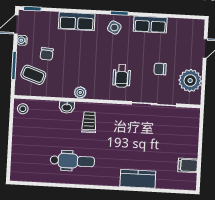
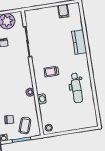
wheelchair: (122, 76) -> (13, 67), removed
trolley: (89, 122) -> (51, 72), moved
dental chair: (72, 161) -> (76, 88), turned 180

